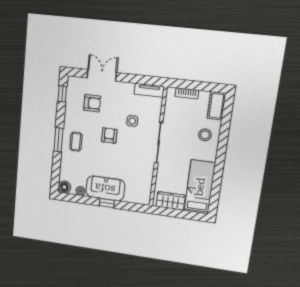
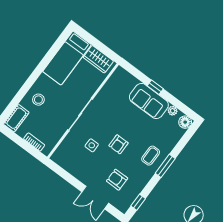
tv unit: (149, 90) -> (63, 162), removed

